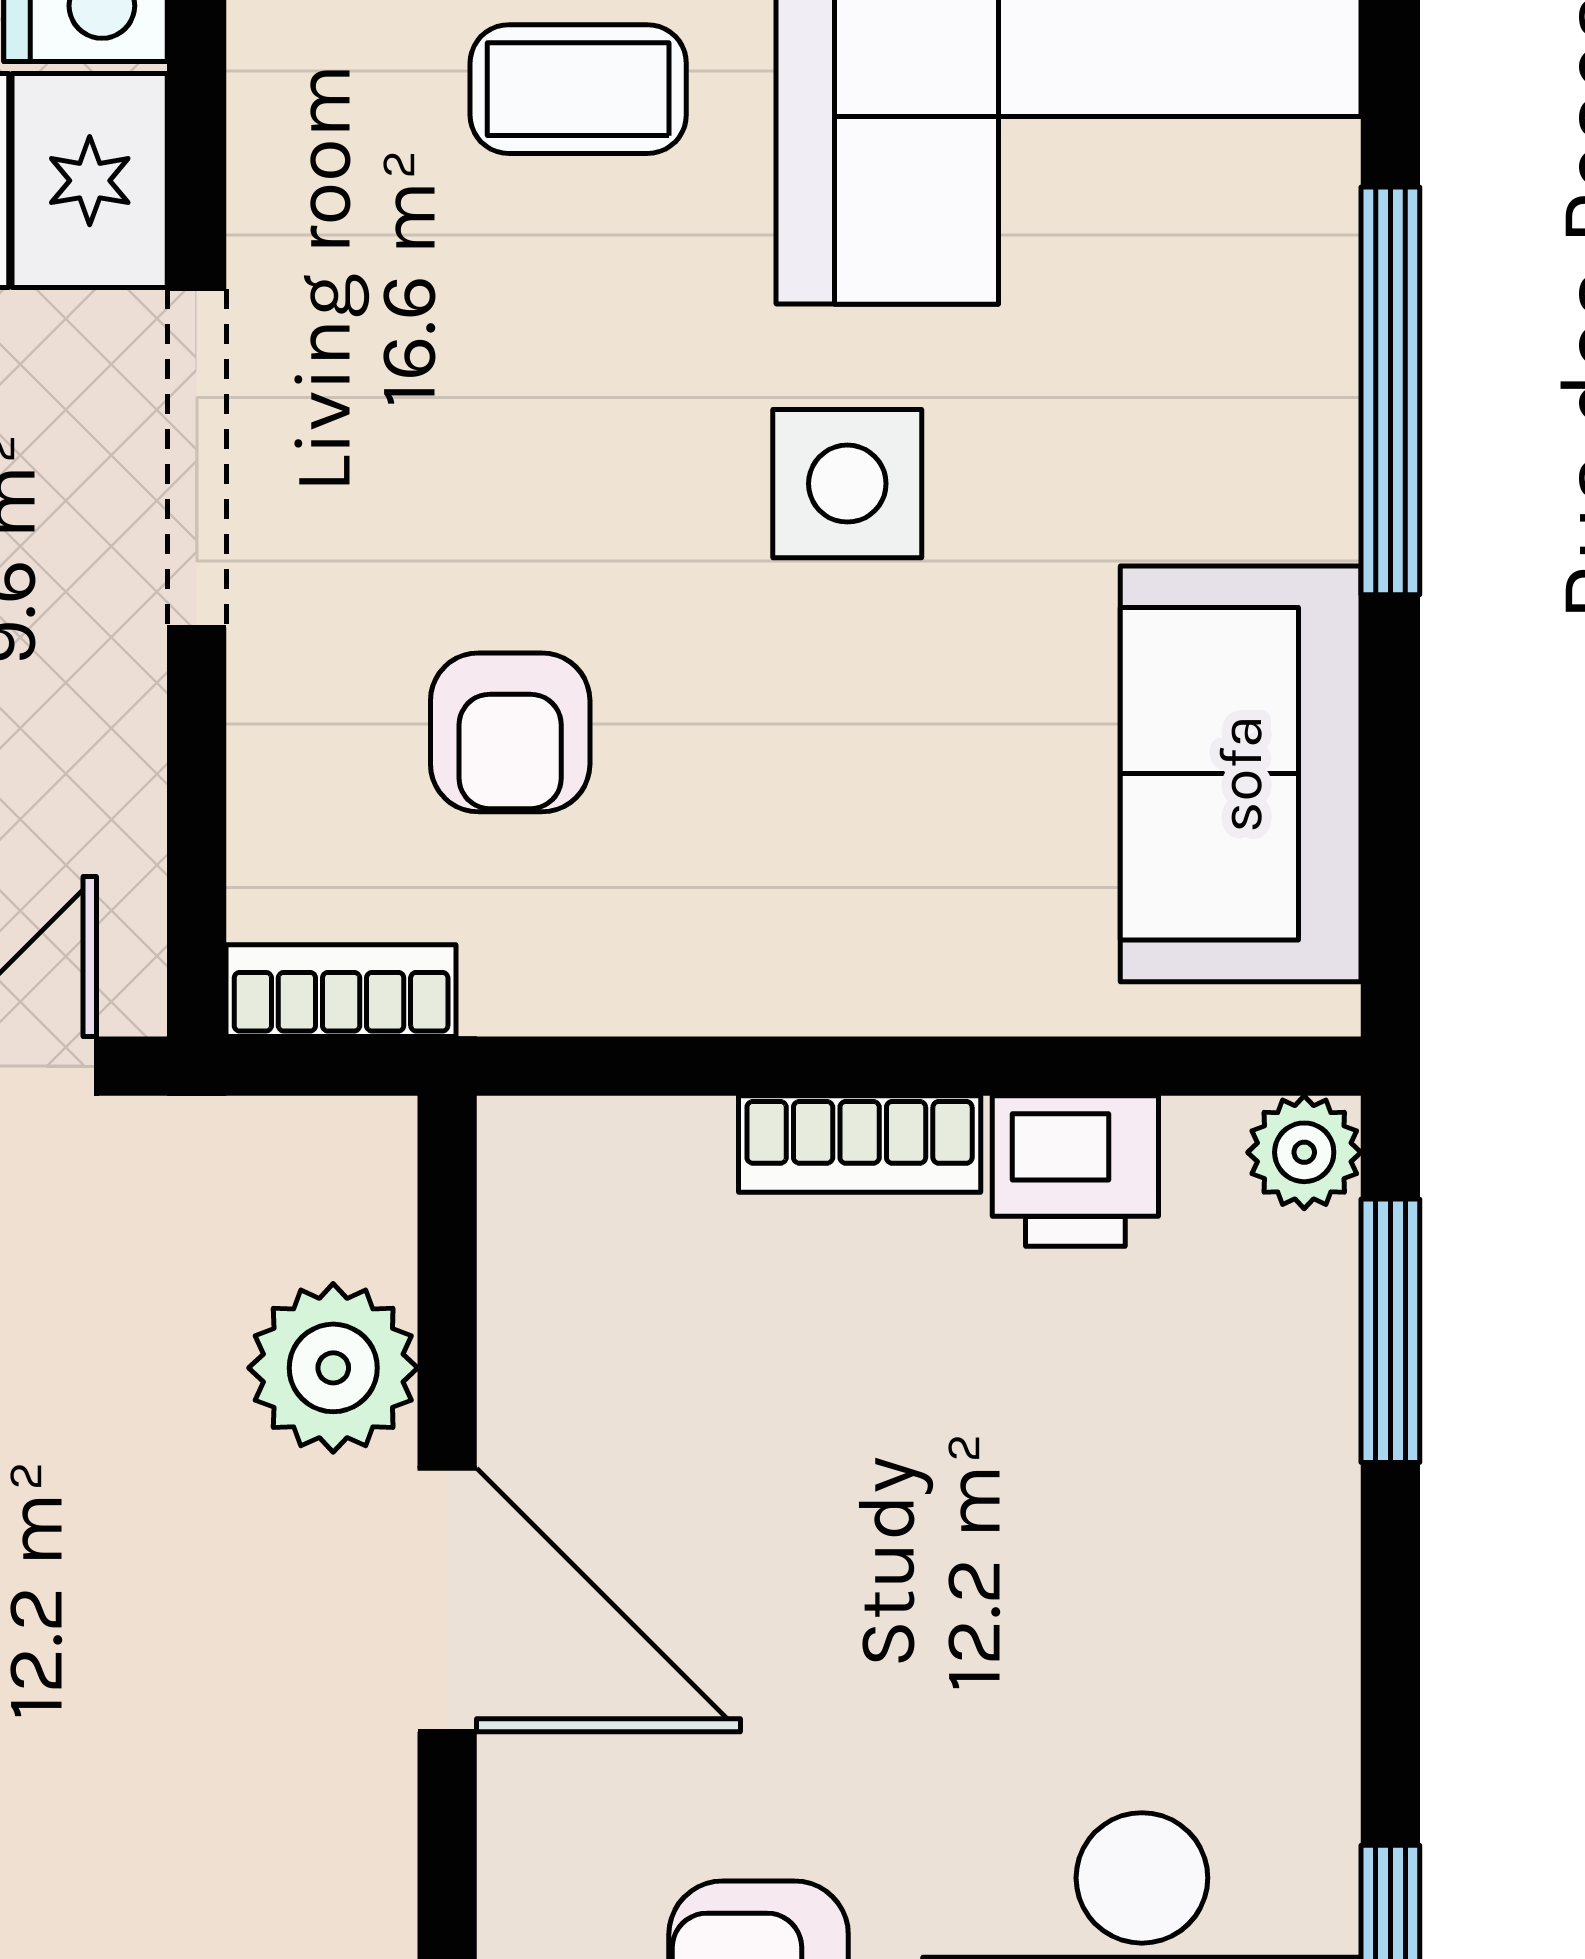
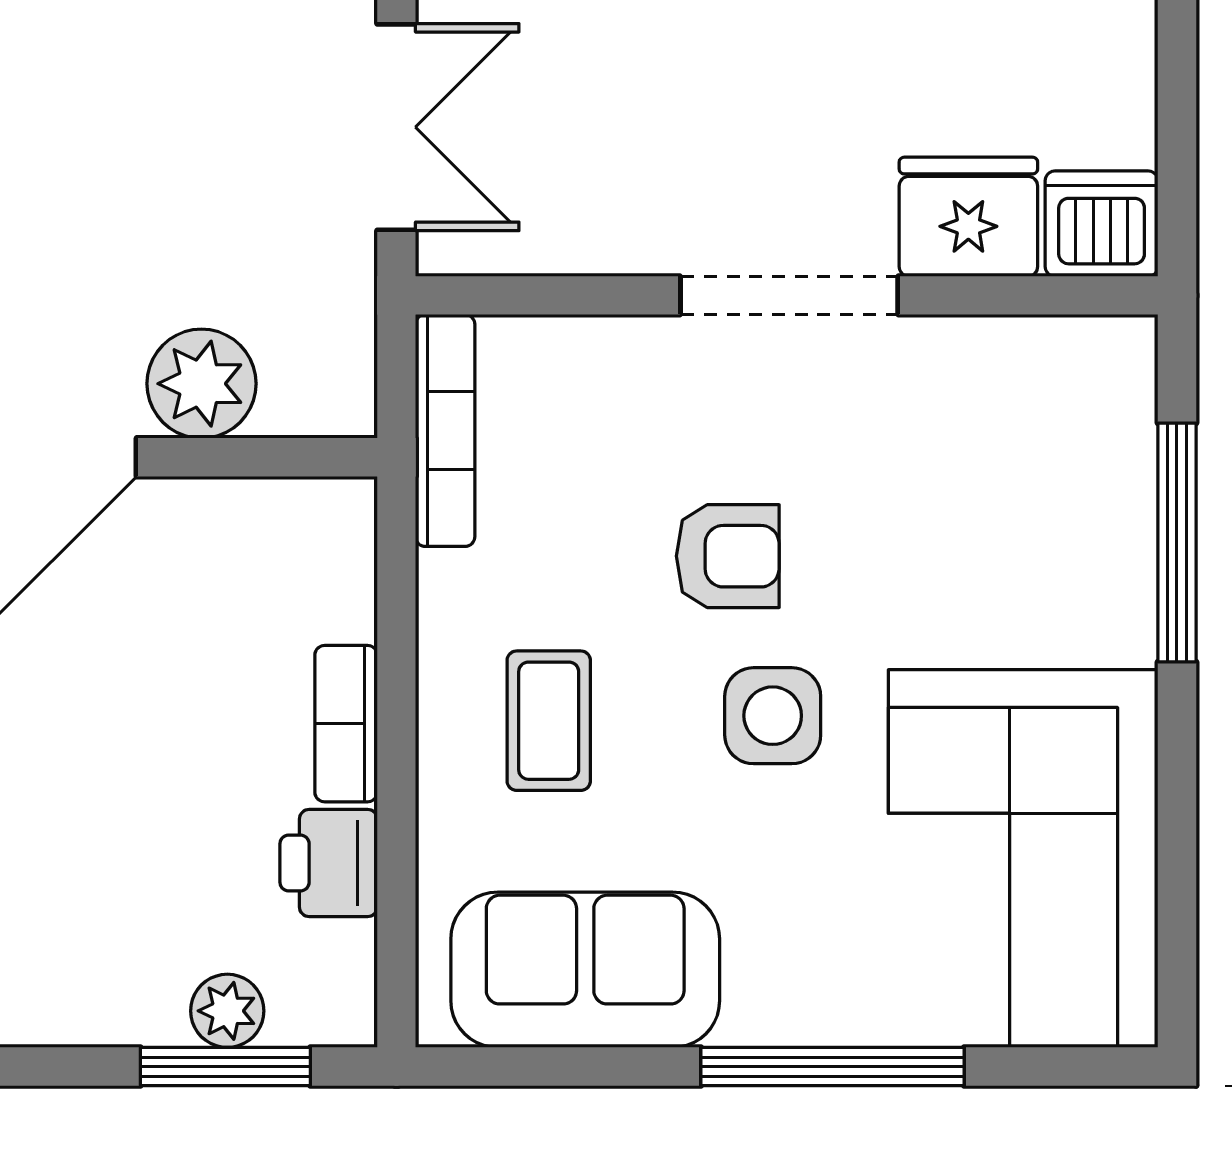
coffee table: (578, 89) -> (549, 721), moved
armchair: (510, 732) -> (728, 556), moved, turned 180
bookcase: (341, 991) -> (445, 430), width x1.56
plant: (1304, 1152) -> (227, 1011), moved

